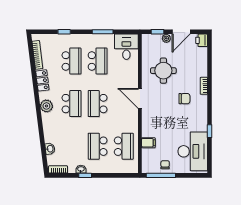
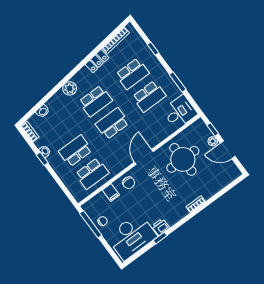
printer: (202, 40) -> (161, 227), moved
round table: (163, 71) -> (183, 159), width x1.36, depth x1.36
chair: (184, 99) -> (129, 183), moved
plant: (46, 106) -> (70, 88), moved

